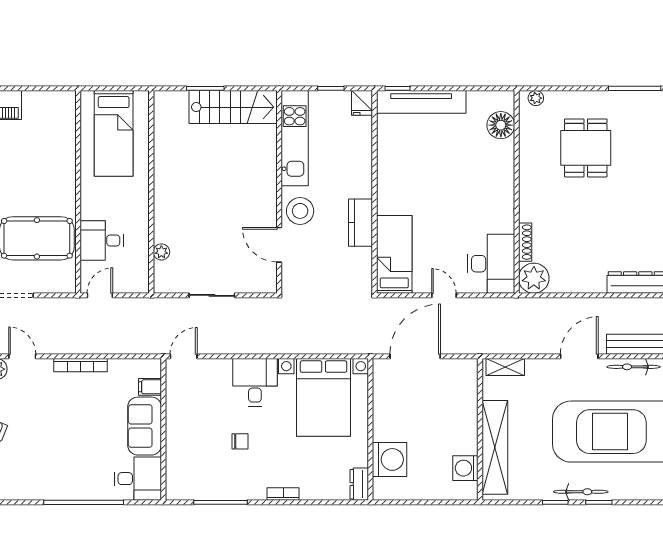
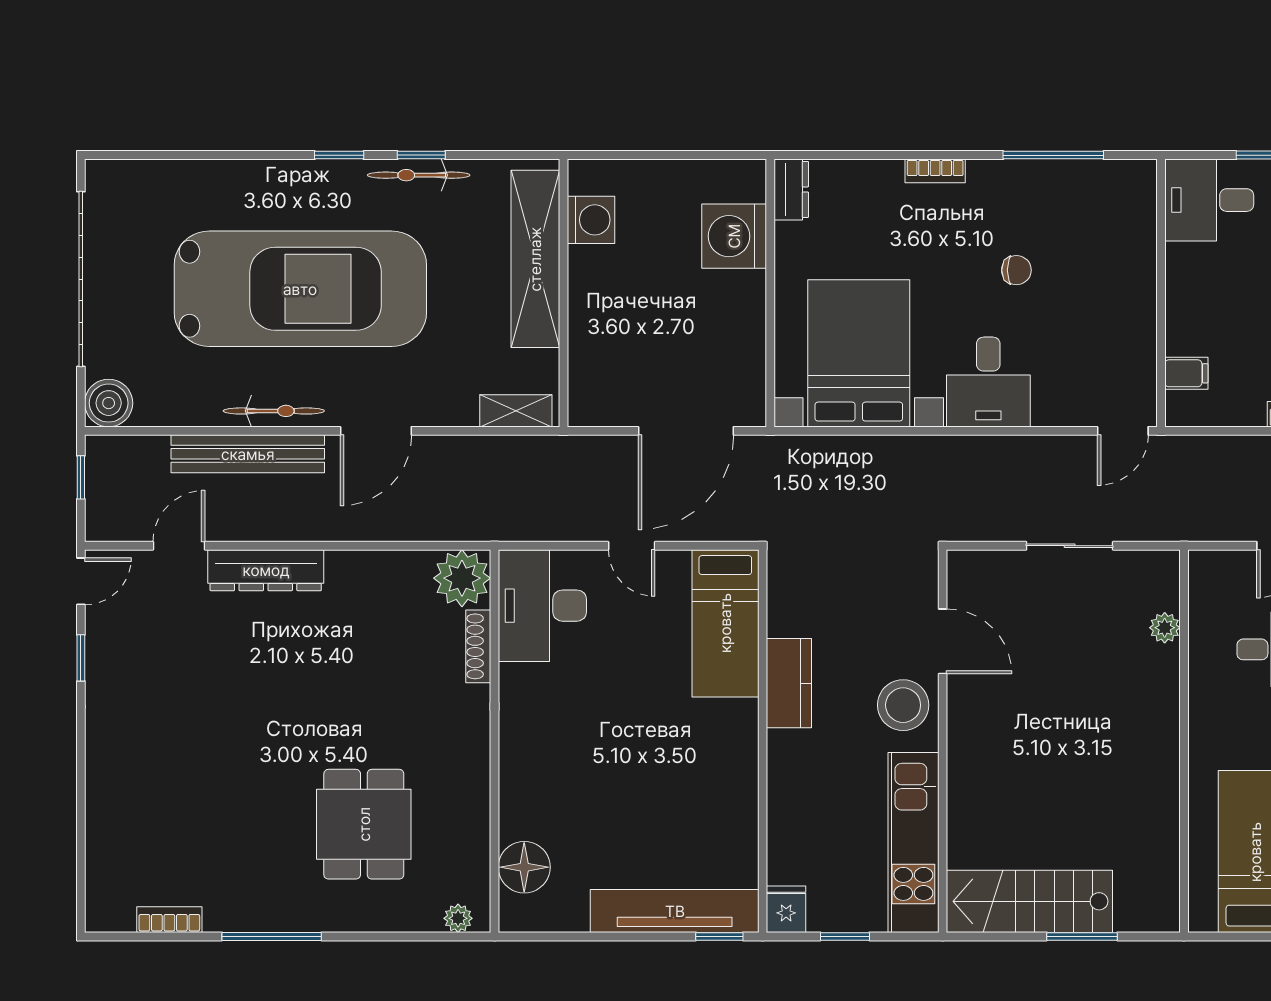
sofa: (145, 426) -> (1197, 299), removed
chair: (240, 441) -> (1016, 270), turned 180
bicycle: (581, 492) -> (419, 175), moved

